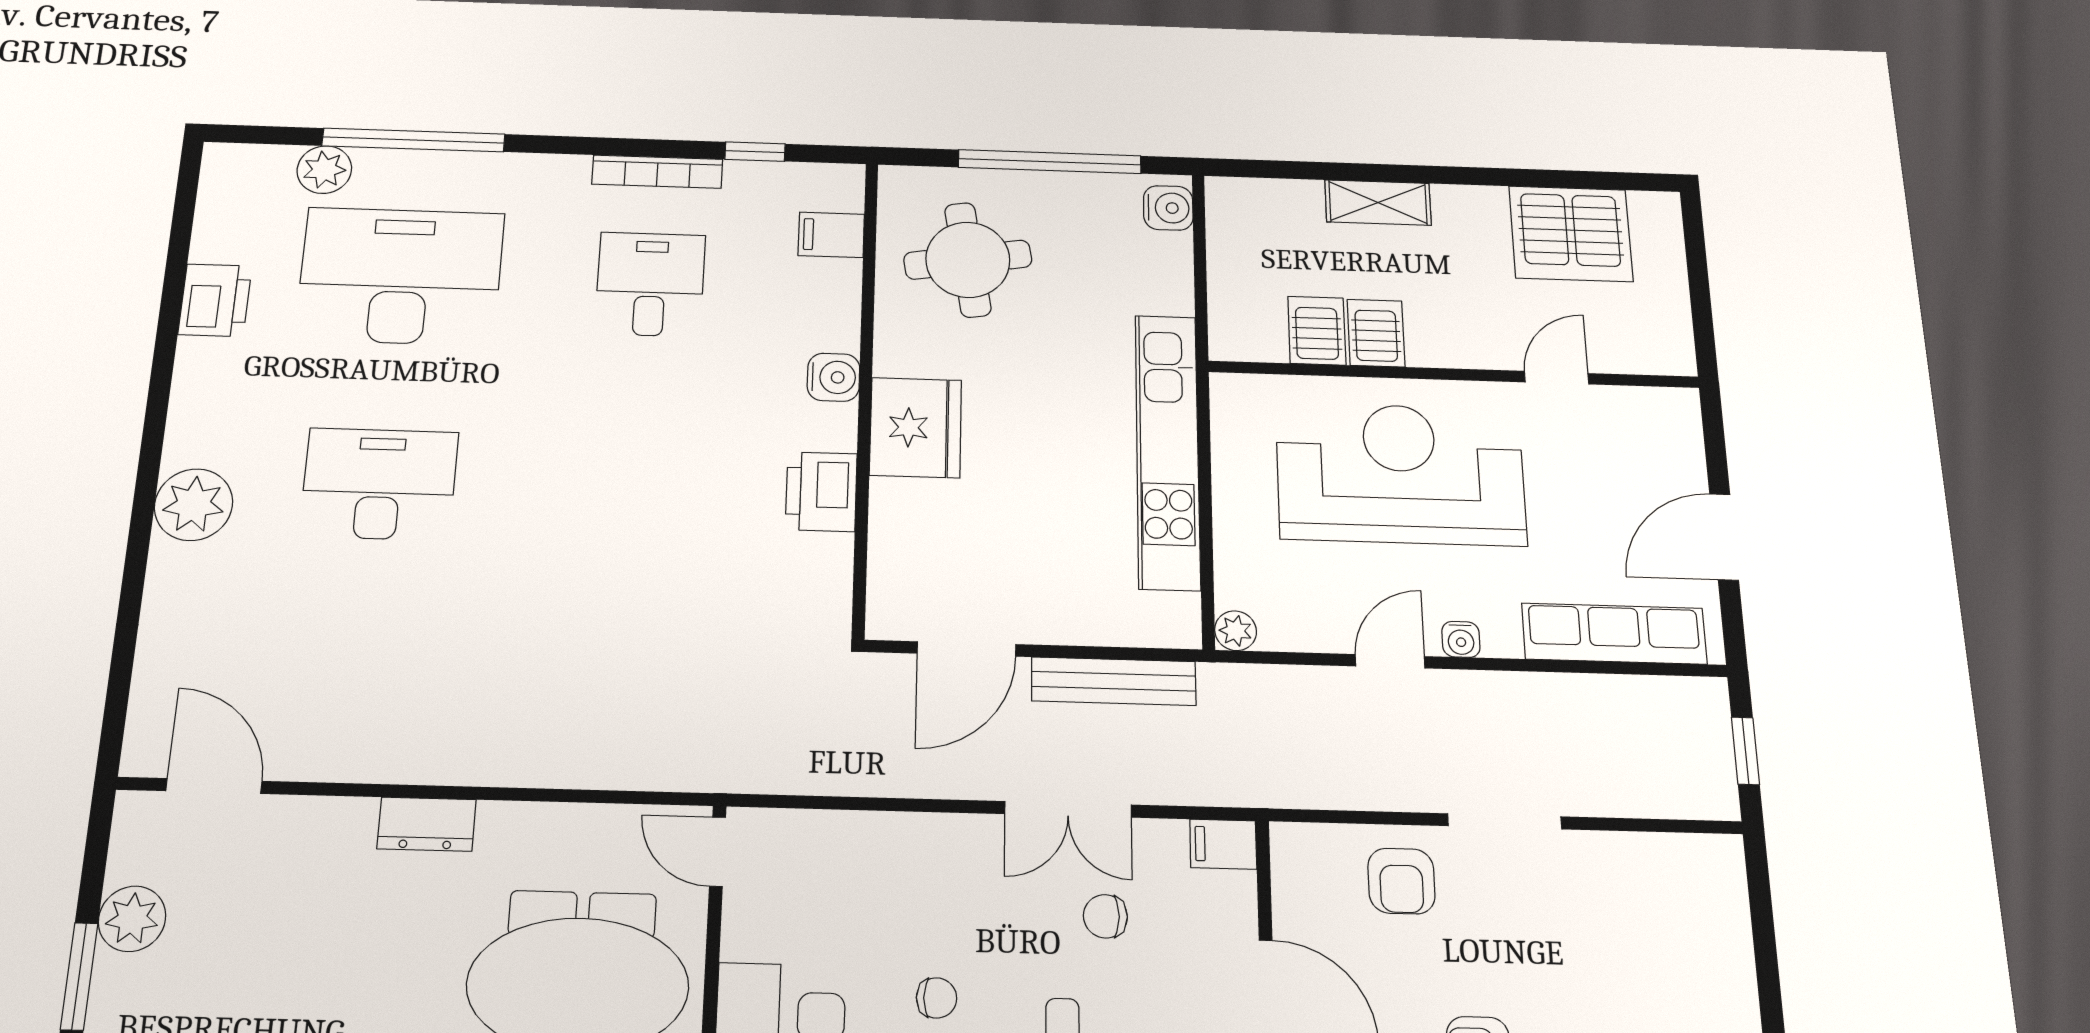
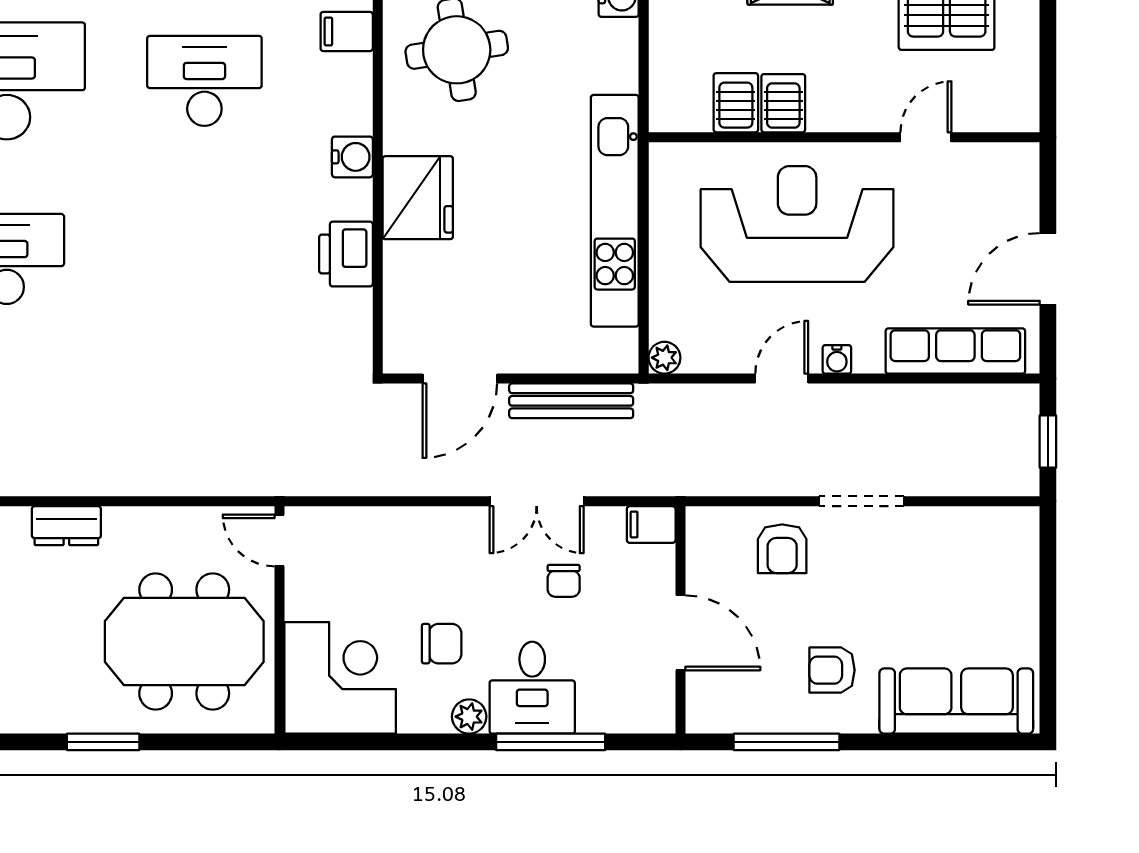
desk: (650, 284) -> (204, 81), width x1.37
chair: (1105, 916) -> (564, 581), turned -90
chair: (937, 998) -> (442, 644), width x1.37, depth x1.37

